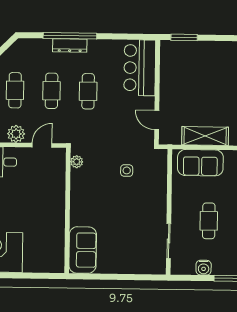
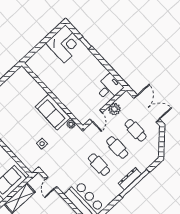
door: (157, 120) -> (51, 183), swing flipped
sofa: (83, 250) -> (53, 112), moved

